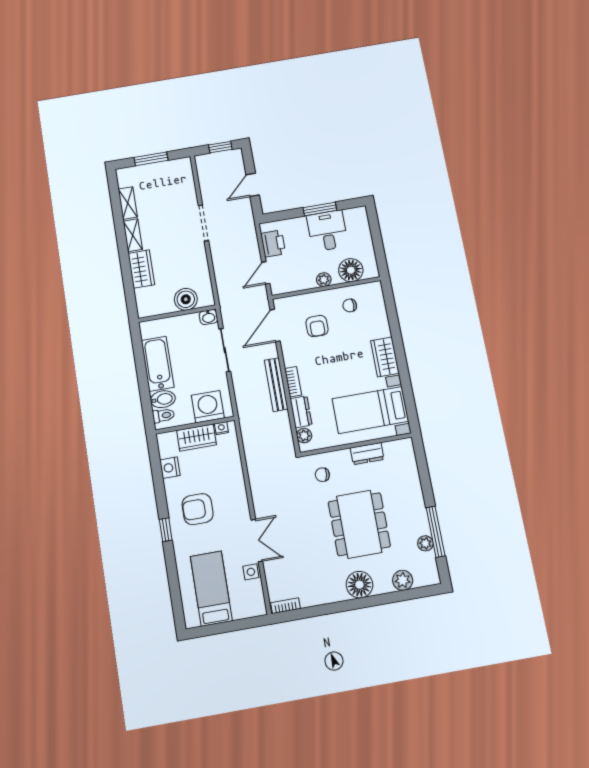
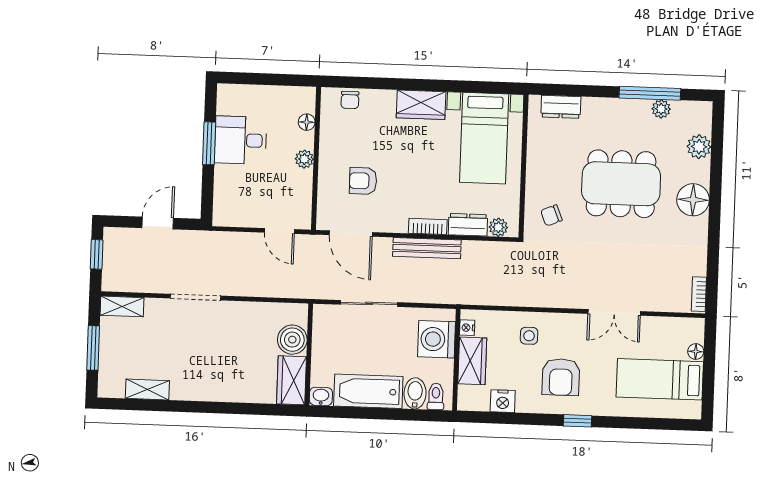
door: (253, 185) -> (158, 223), swing flipped
shelving: (133, 235) -> (122, 306), moved
printer: (273, 244) -> (243, 213), removed
wardrobe: (141, 269) -> (292, 380), moved, turned -90
floor lamp: (351, 270) -> (307, 122), width x0.53, depth x0.53
chair: (350, 305) -> (350, 100), moved
washbasin: (209, 317) -> (321, 396), moved, turned -90
armchair: (317, 326) -> (363, 181), turned 180
dresser: (367, 454) -> (561, 107), moved, turned 90
chair: (322, 475) -> (551, 215), turned 60
double door: (257, 540) -> (614, 312), swing flipped
side table: (251, 572) -> (529, 336), moved
floor lamp: (239, 613) -> (696, 352), added

